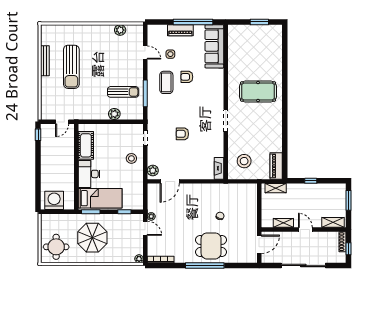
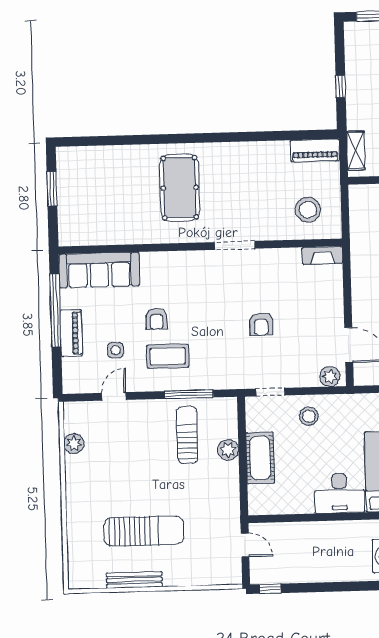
cot: (86, 145) -> (260, 458), moved, turned 90

